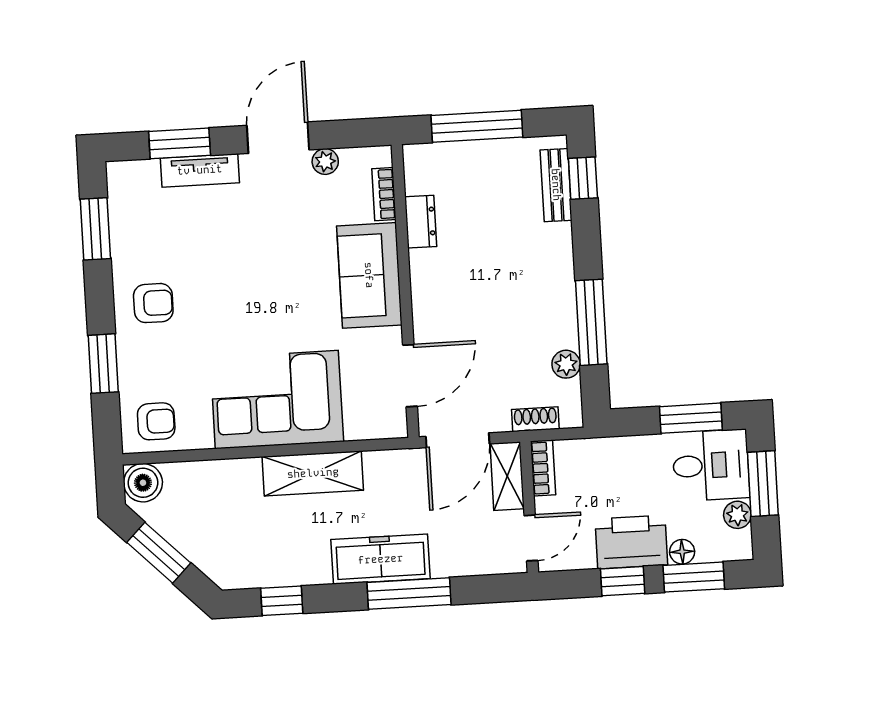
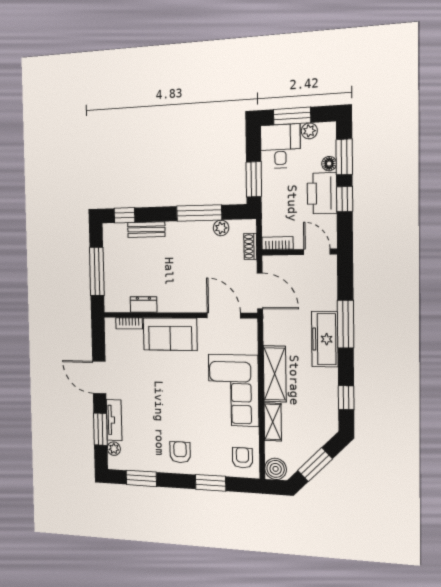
plant: (325, 162) -> (114, 449), moved
bench: (556, 185) -> (146, 230), moved
window: (691, 418) -> (254, 179), moved
shelving: (507, 476) -> (273, 422), moved, turned 90

